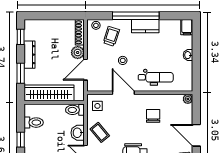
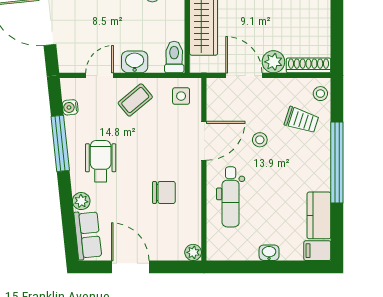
kitchen counter: (145, 26) -> (319, 215), moved
door: (196, 135) -> (130, 267), hinge flipped

